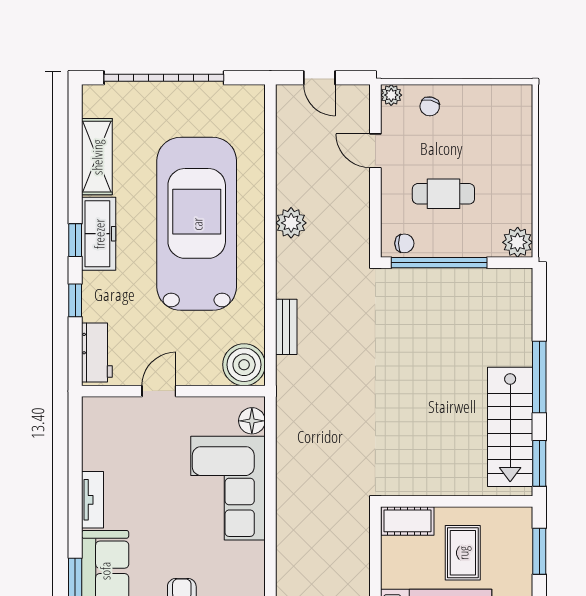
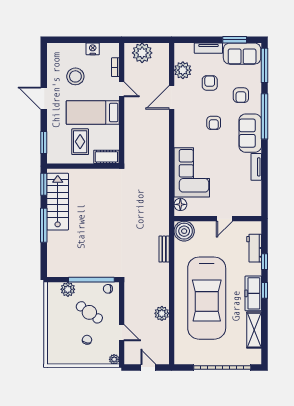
chair: (430, 106) -> (87, 340), moved
cafe table: (443, 194) -> (89, 312), turned 36
plant: (291, 223) -> (162, 313), moved
plant: (518, 242) -> (68, 289), moved
workbench: (97, 352) -> (254, 248), moved

